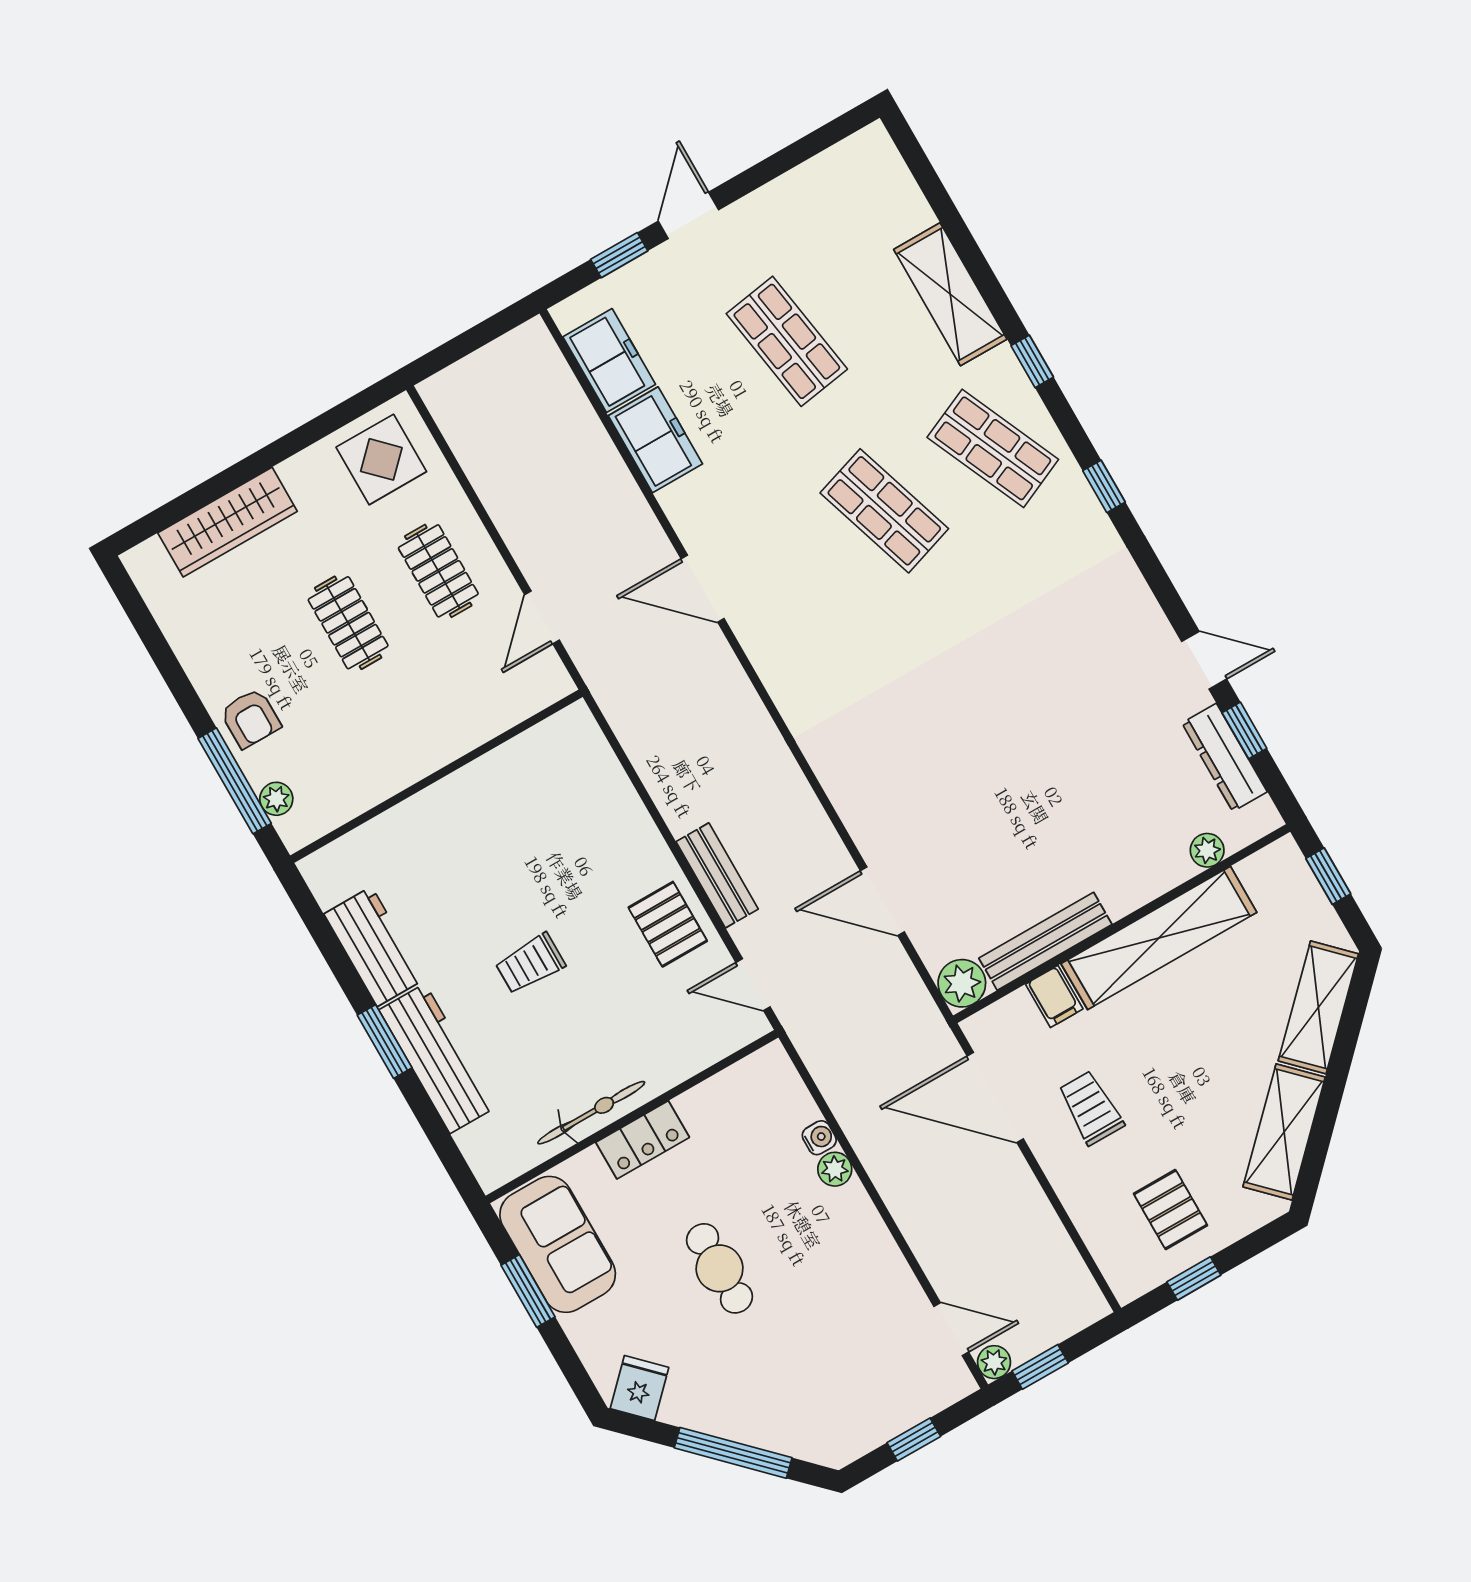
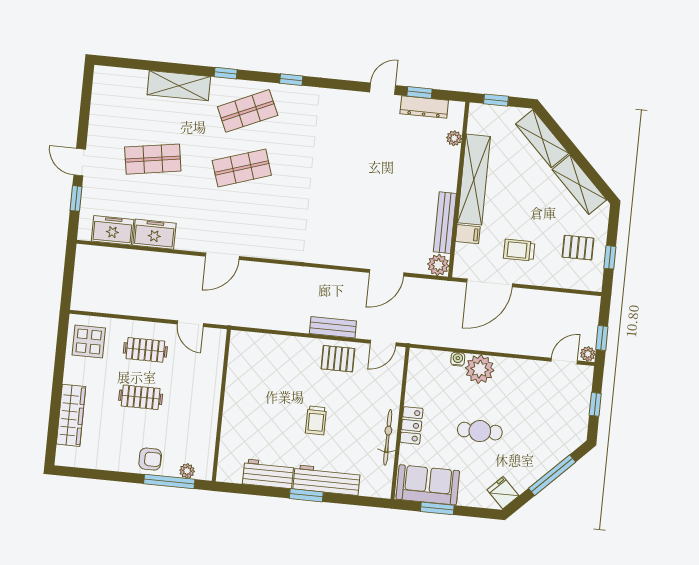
plant: (835, 1169) -> (480, 369), width x1.88, depth x1.88

